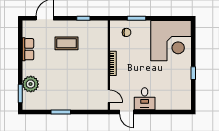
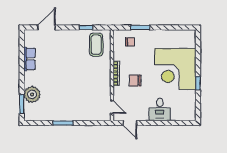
corner desk: (171, 41) -> (175, 69), moved, turned 90
coffee table: (67, 43) -> (96, 45), moved, turned 90
chair: (131, 70) -> (135, 81), added
desk: (145, 99) -> (160, 110), moved

